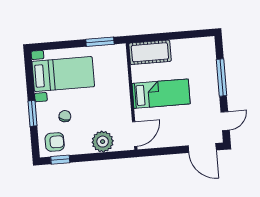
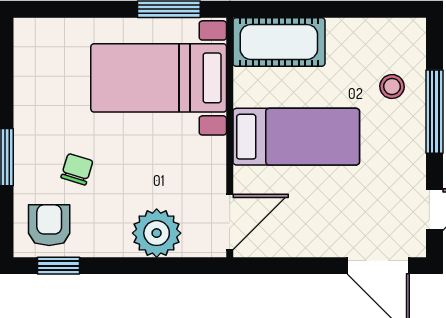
stool: (202, 68) -> (392, 87), added
bed with nightstands: (63, 74) -> (159, 78), moved, turned 180
armchair: (55, 142) -> (49, 225), turned -90

